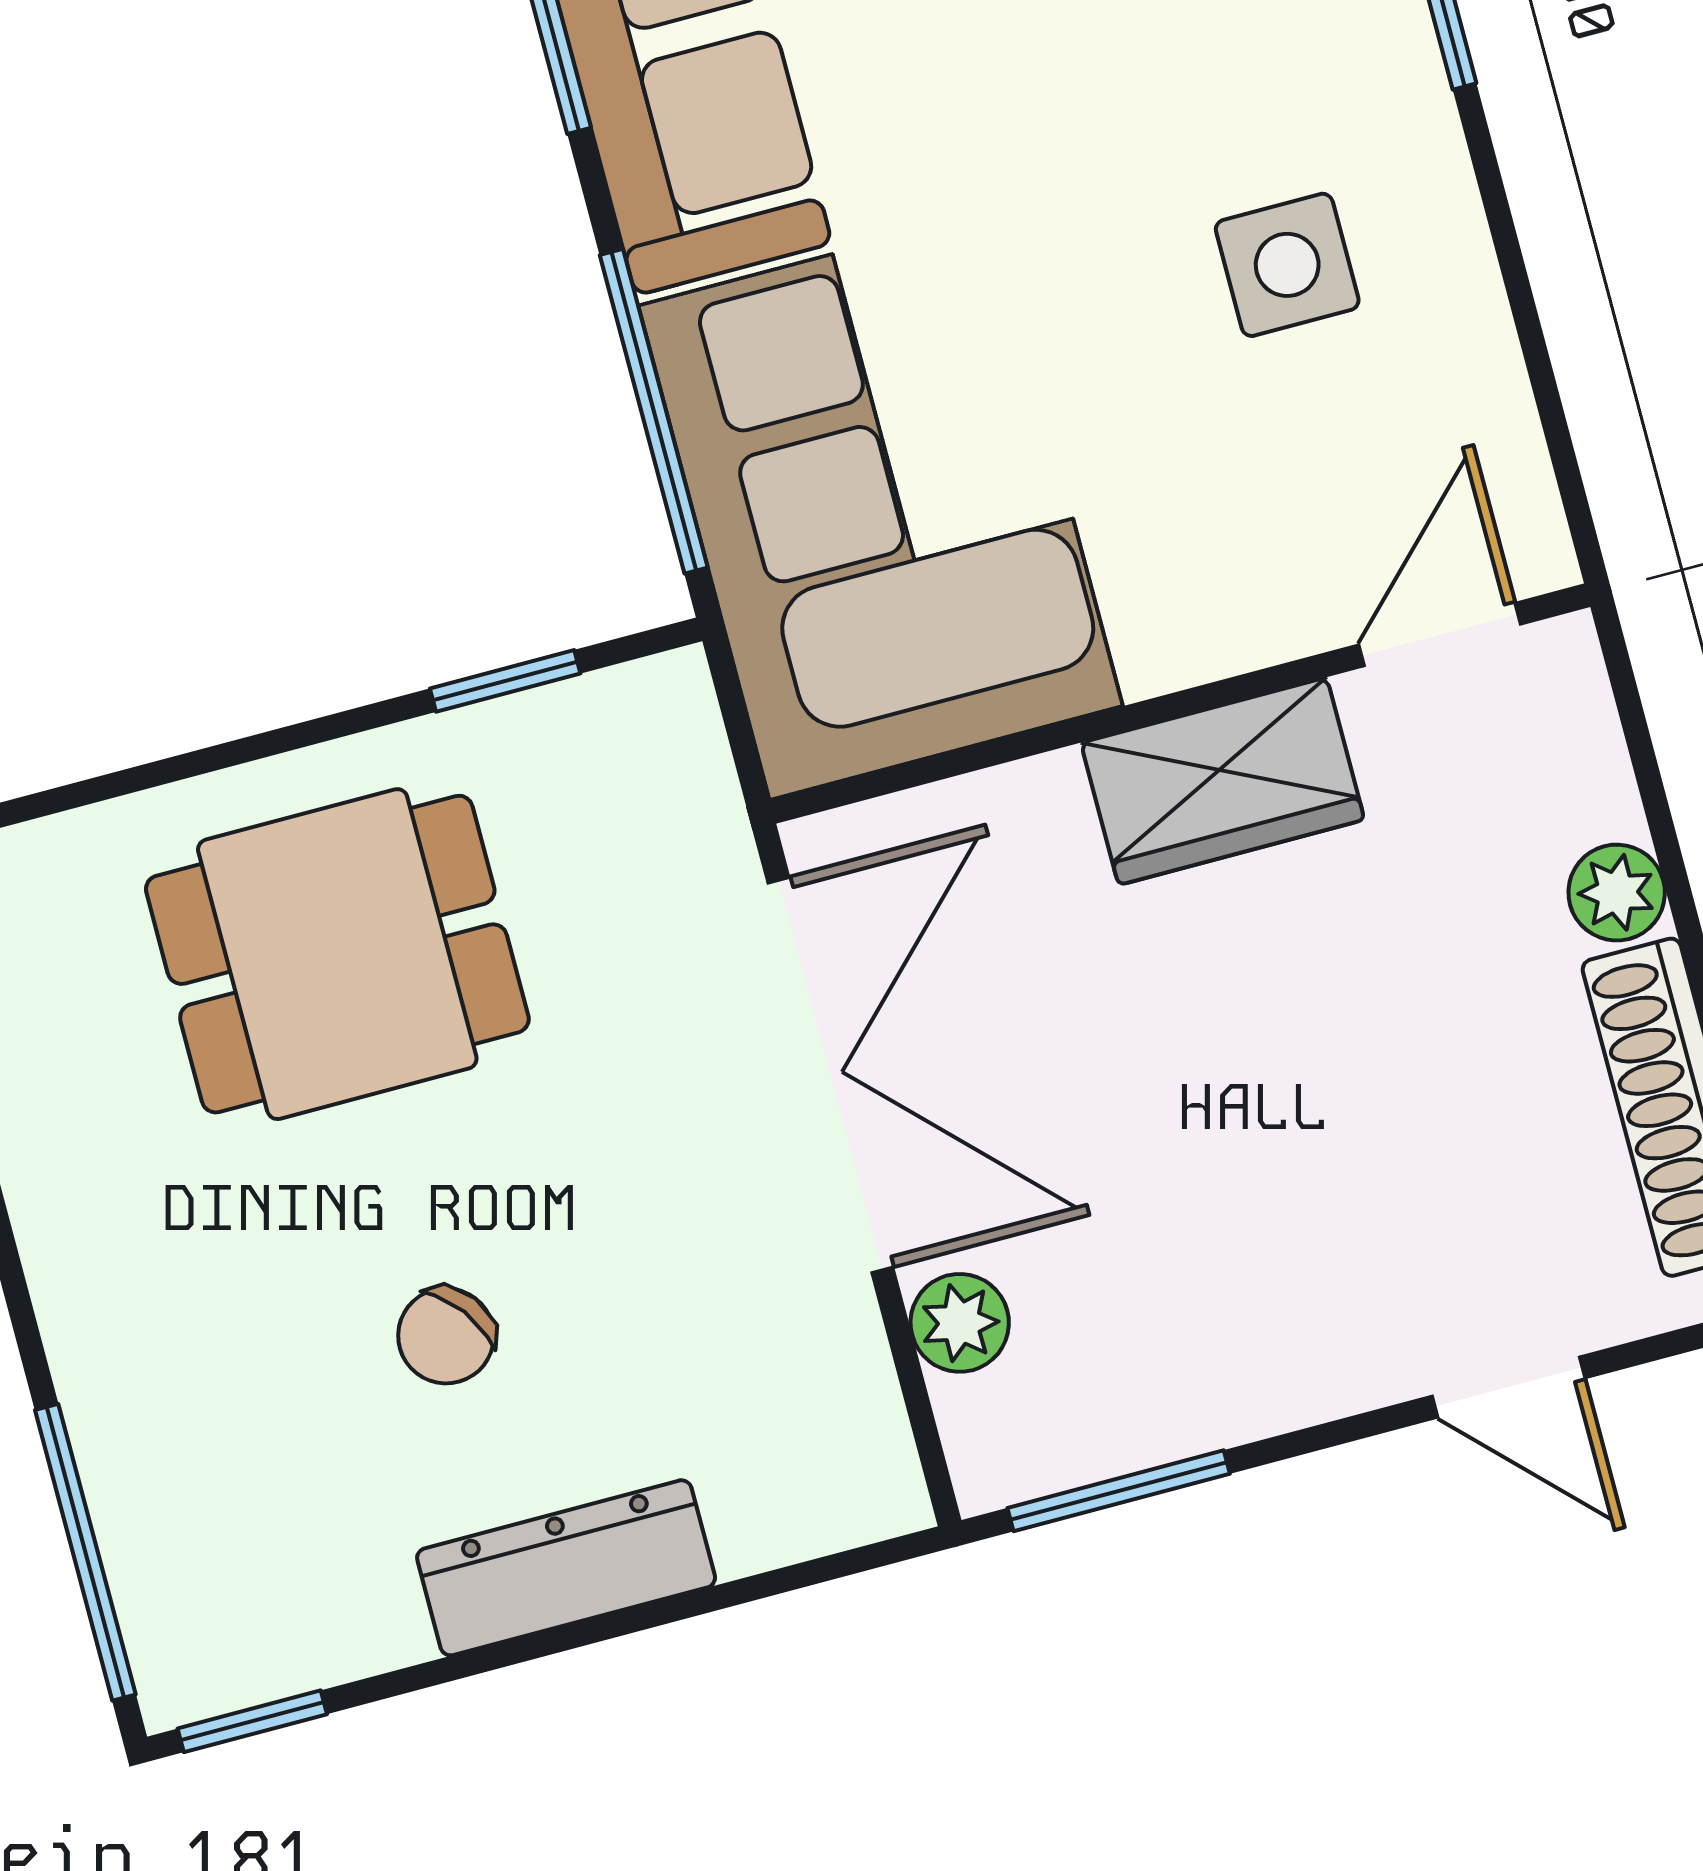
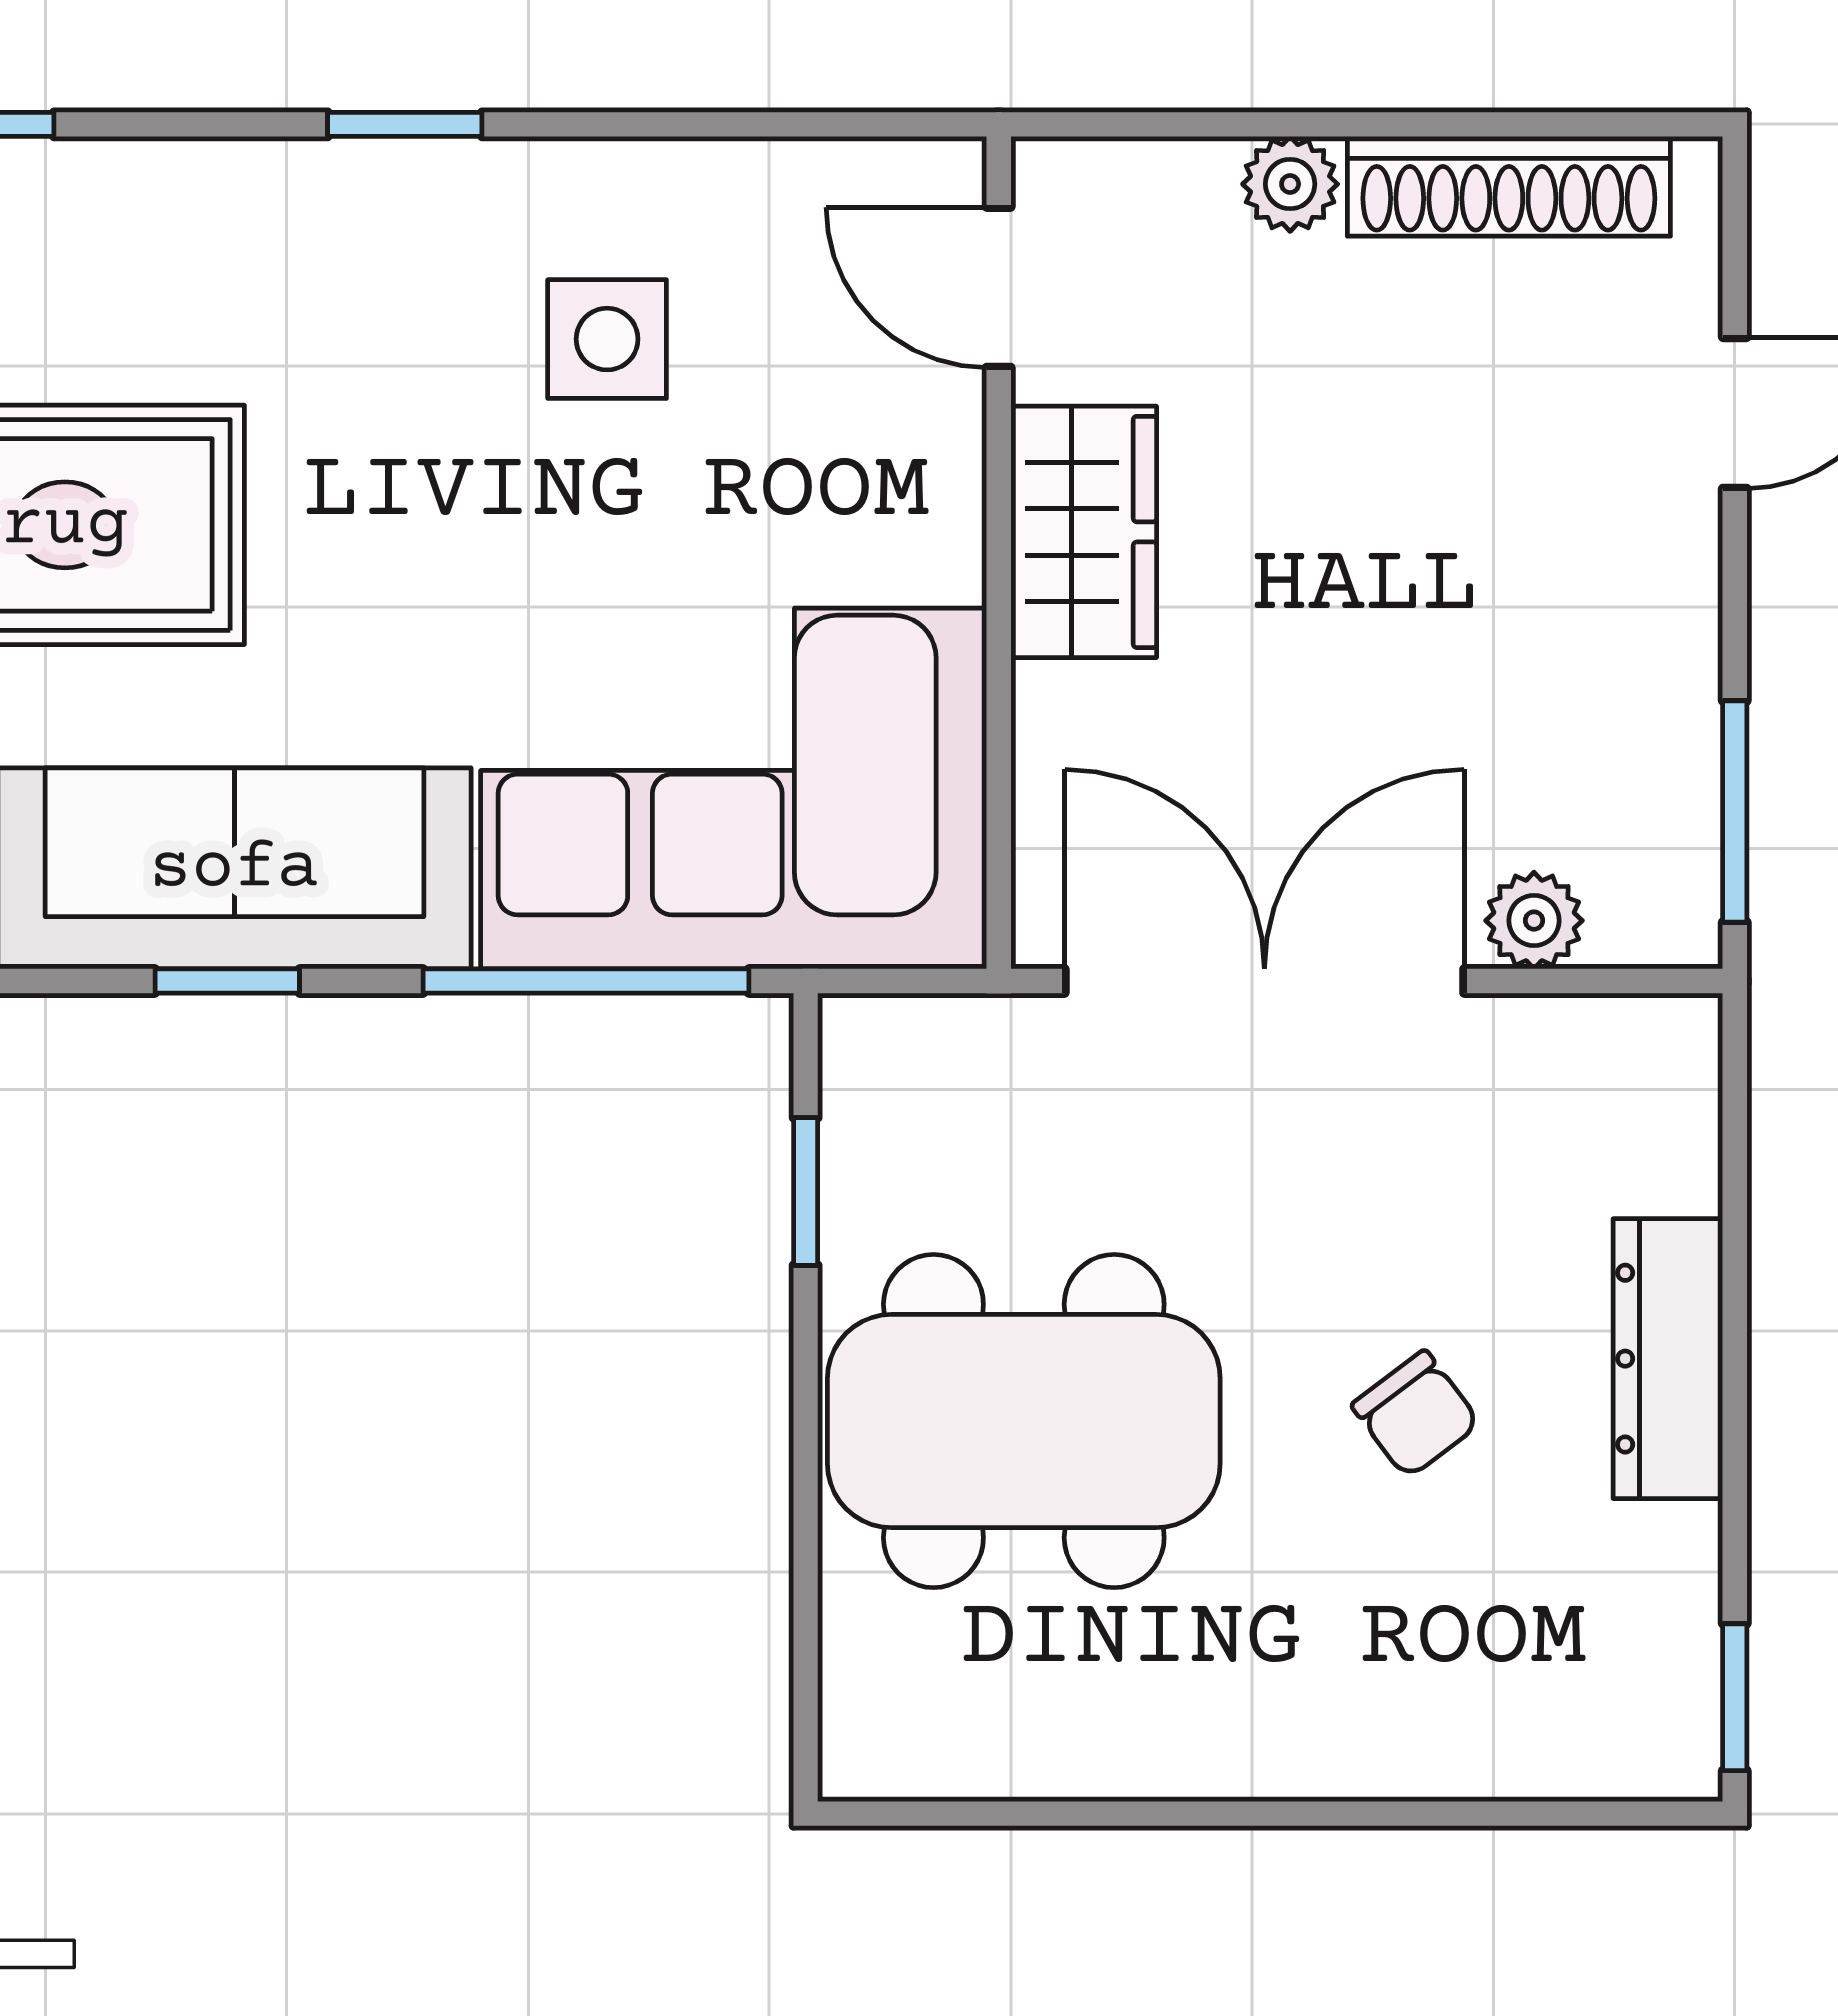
dining table: (337, 954) -> (1024, 1421), width x1.38
window: (85, 1552) -> (1531, 1814), removed

